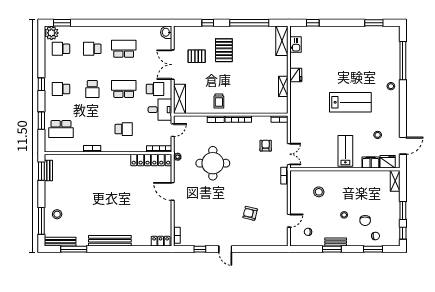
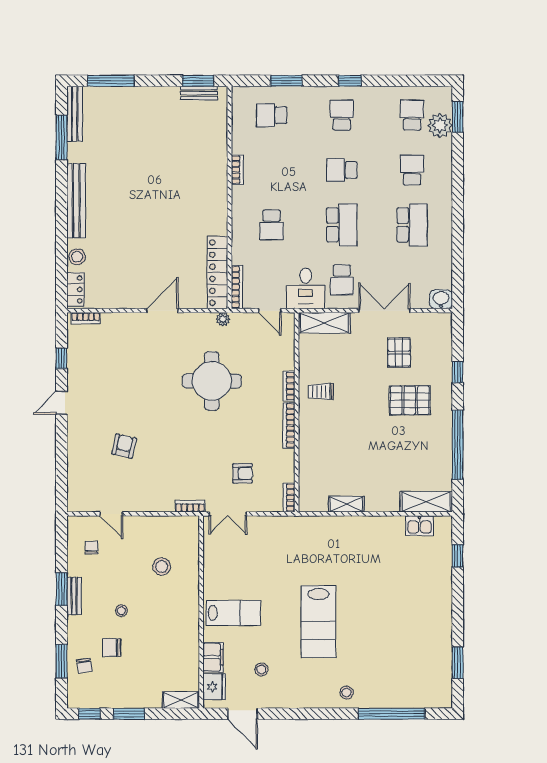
plant: (51, 33) -> (440, 125), moved
fridge: (296, 75) -> (366, 526), removed
school desk: (61, 129) -> (272, 115), width x0.54
stool: (57, 214) -> (77, 257), moved

